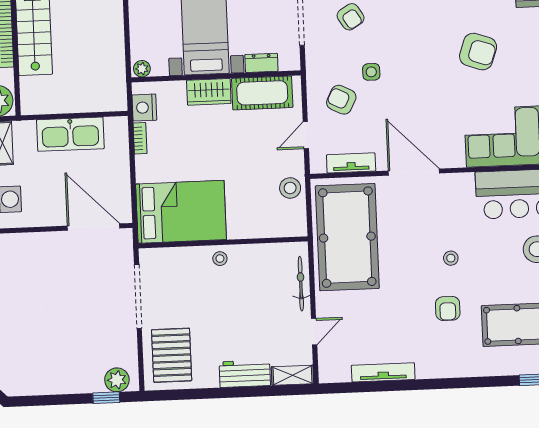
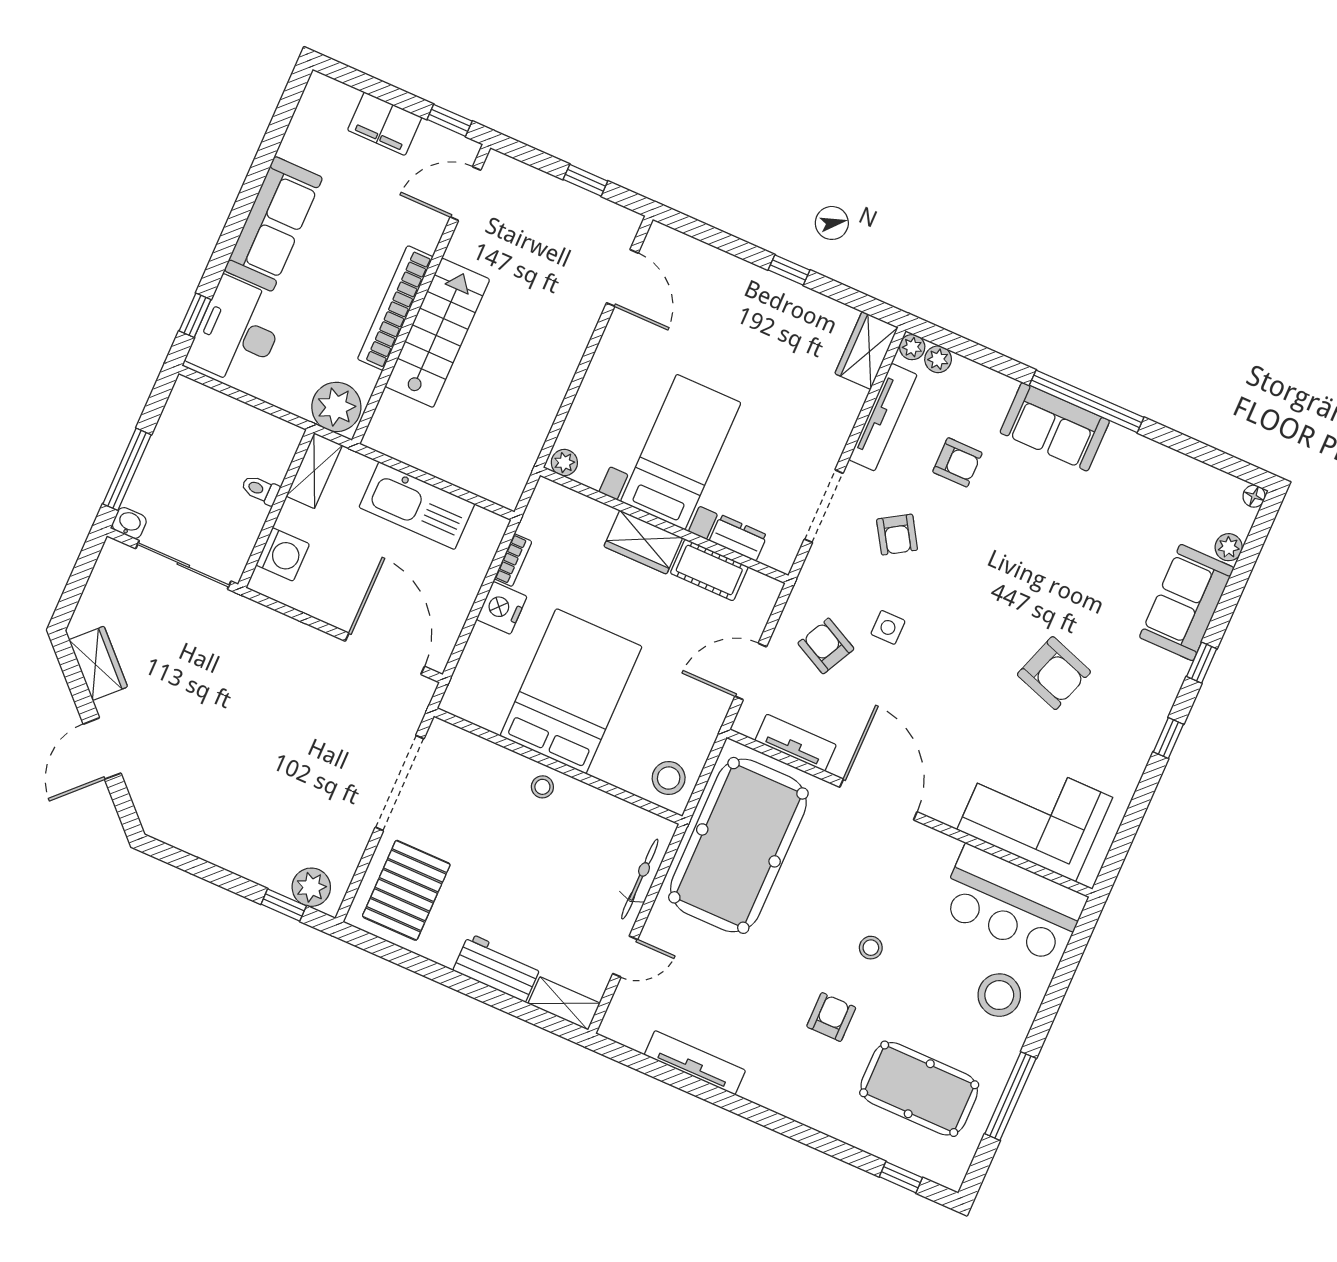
cot: (262, 93) -> (709, 570), width x0.73, depth x0.75
nightstand: (144, 108) -> (502, 608), moved
door: (306, 135) -> (751, 671), width x1.38
stool: (290, 188) -> (669, 778), moved
bed: (181, 212) -> (571, 691), moved, turned -90
armchair: (448, 308) -> (831, 1017), turned 180

